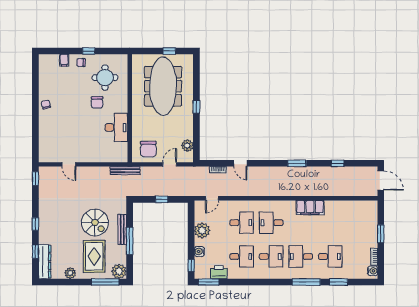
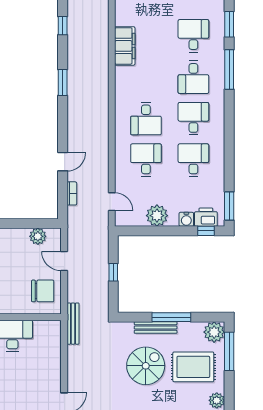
filing cabinet: (310, 208) -> (125, 46), moved
printer: (219, 272) -> (206, 217), moved, turned 90

